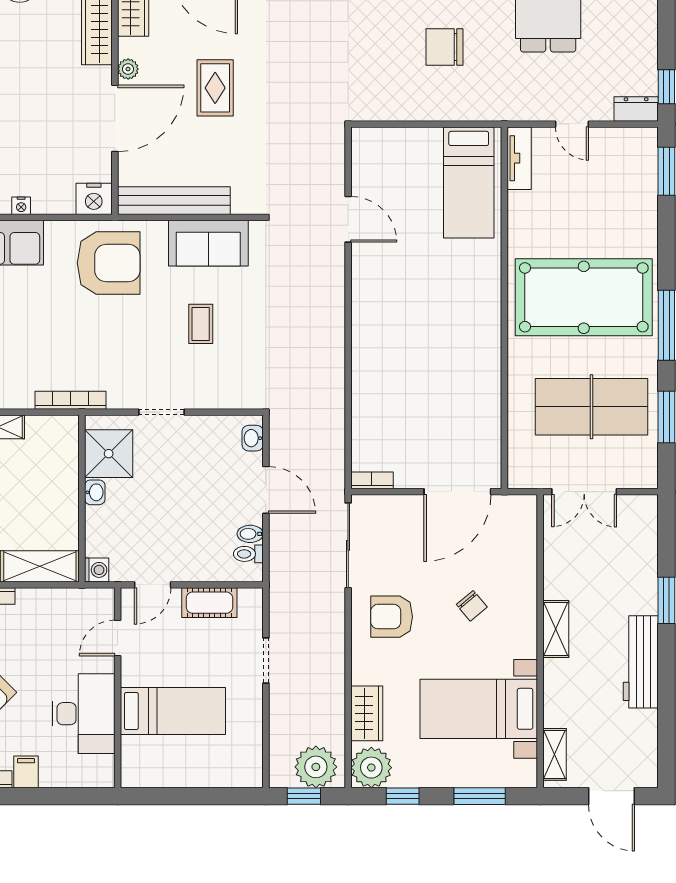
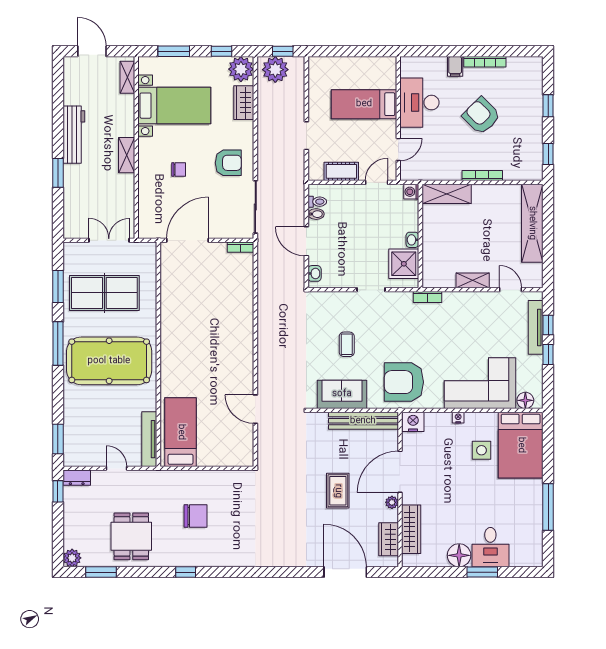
tv unit: (519, 158) -> (149, 439), width x1.41
bookcase: (70, 400) -> (428, 297), width x0.64
chair: (472, 606) -> (179, 169), turned 130

